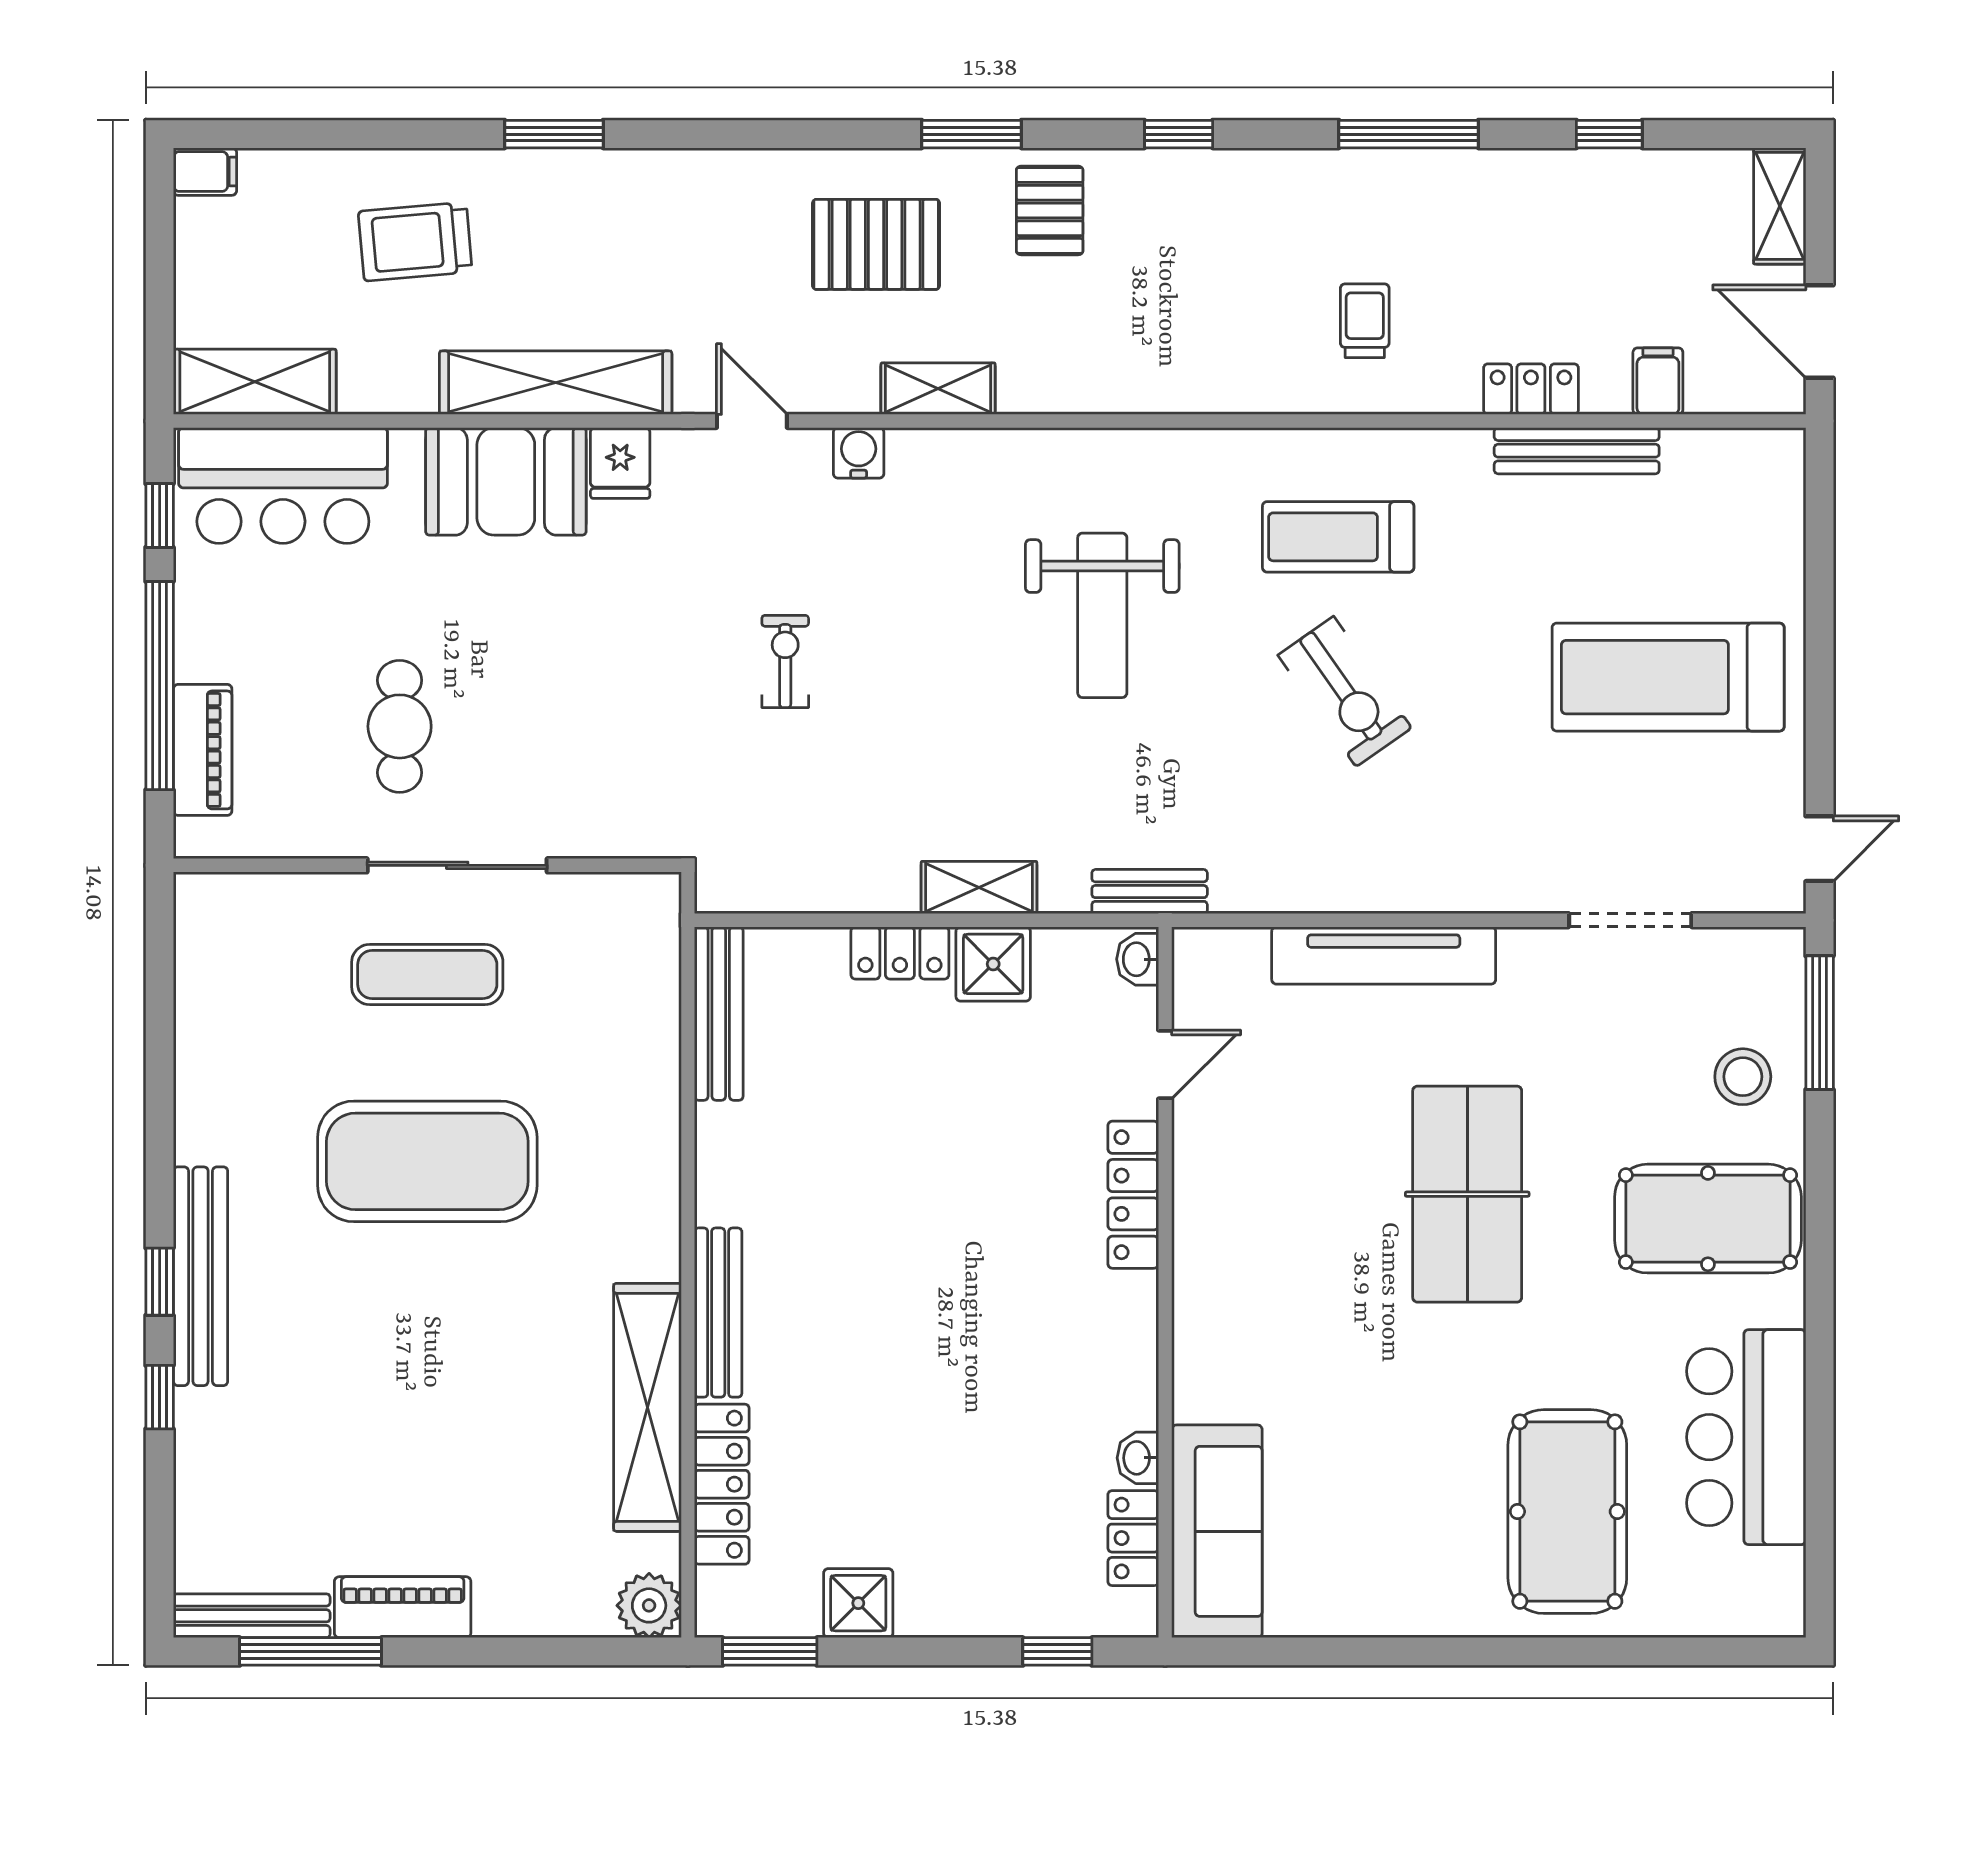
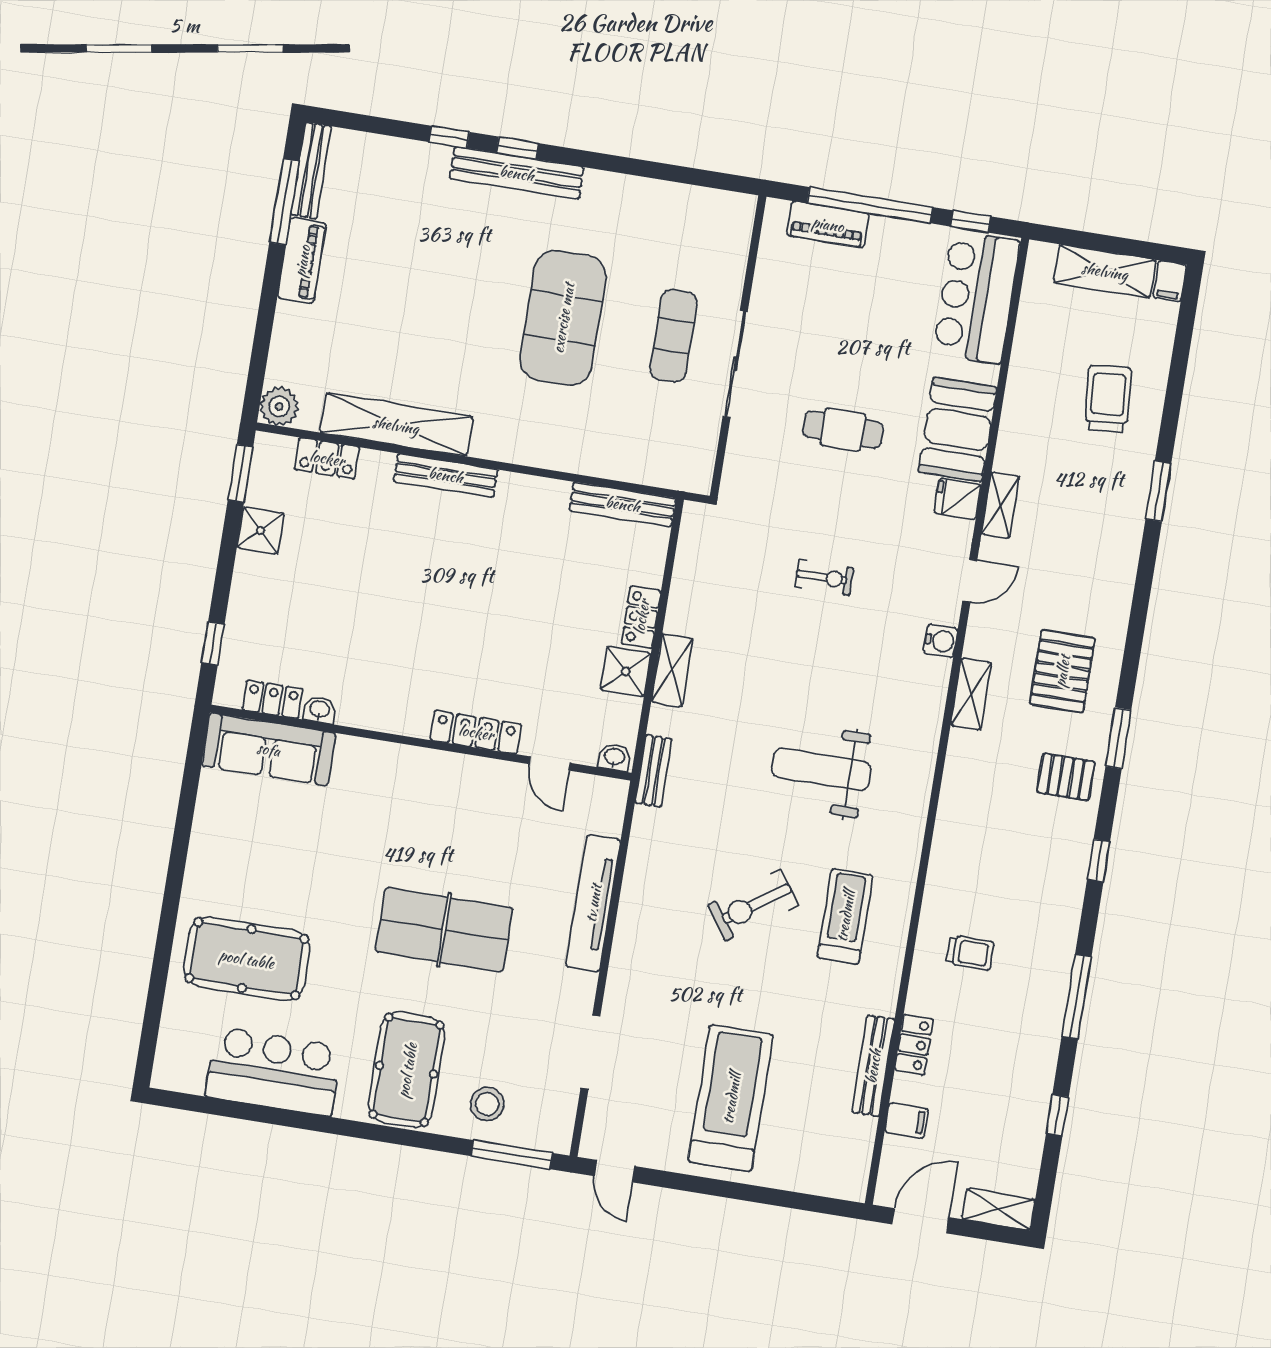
shelving: (255, 382) -> (1105, 271), moved, turned 90
shelving: (556, 383) -> (1000, 505), width x0.45, depth x0.75
cafe table: (400, 726) -> (843, 430), moved
locker: (722, 1484) -> (327, 458), width x0.66

